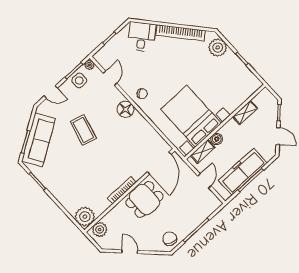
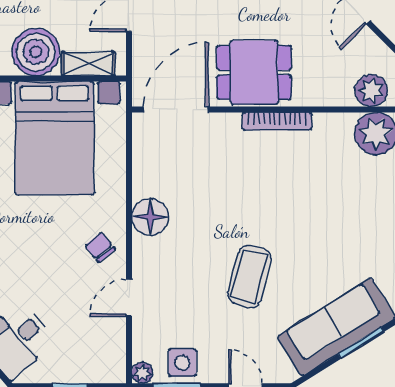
door: (110, 78) -> (129, 298), moved
floor lamp: (126, 109) -> (150, 217), moved
boiler: (217, 139) -> (36, 52), width x1.86, depth x1.86

